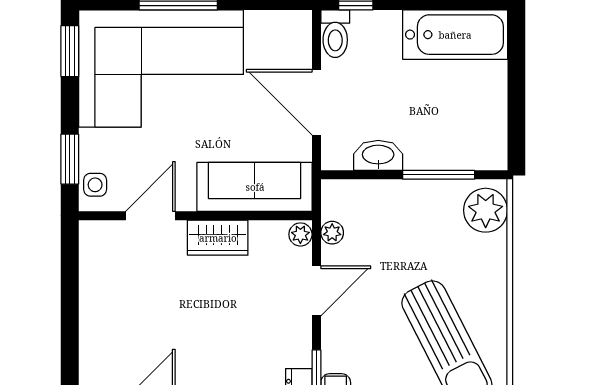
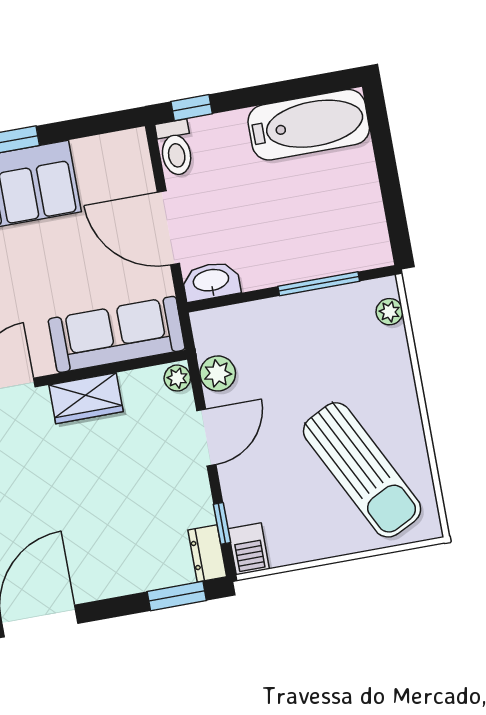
washbasin: (378, 155) -> (211, 281), moved
plant: (486, 210) -> (389, 312), width x0.53, depth x0.53
plant: (332, 233) -> (218, 373), width x1.38, depth x1.38

